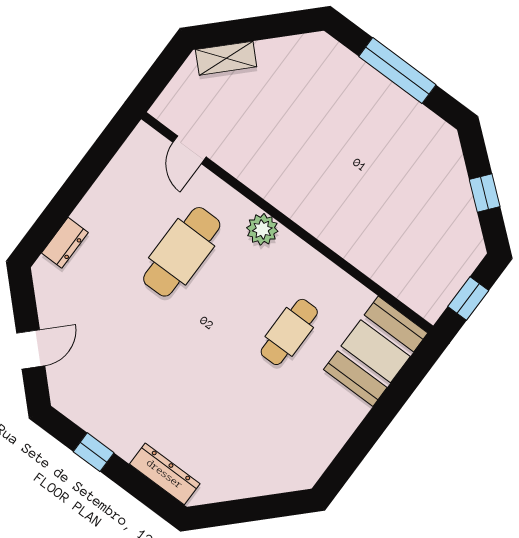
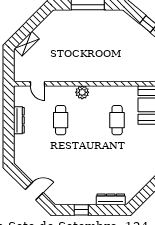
dresser: (65, 243) -> (19, 120), moved, width x1.44
cafe table: (182, 252) -> (61, 120), width x0.73, depth x0.74
door: (31, 349) -> (34, 191), hinge flipped

